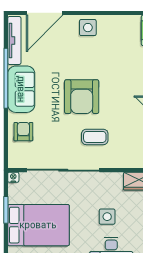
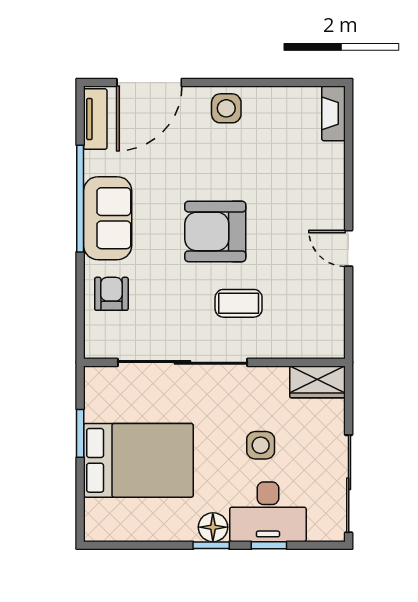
tv unit: (14, 41) -> (95, 119), width x0.71
armchair: (82, 97) -> (215, 231), turned 90
nightstand: (13, 177) -> (93, 375), removed

